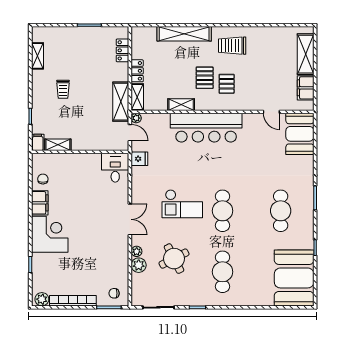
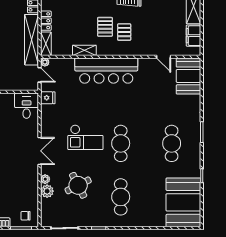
shelving: (121, 102) -> (31, 40), width x1.47

